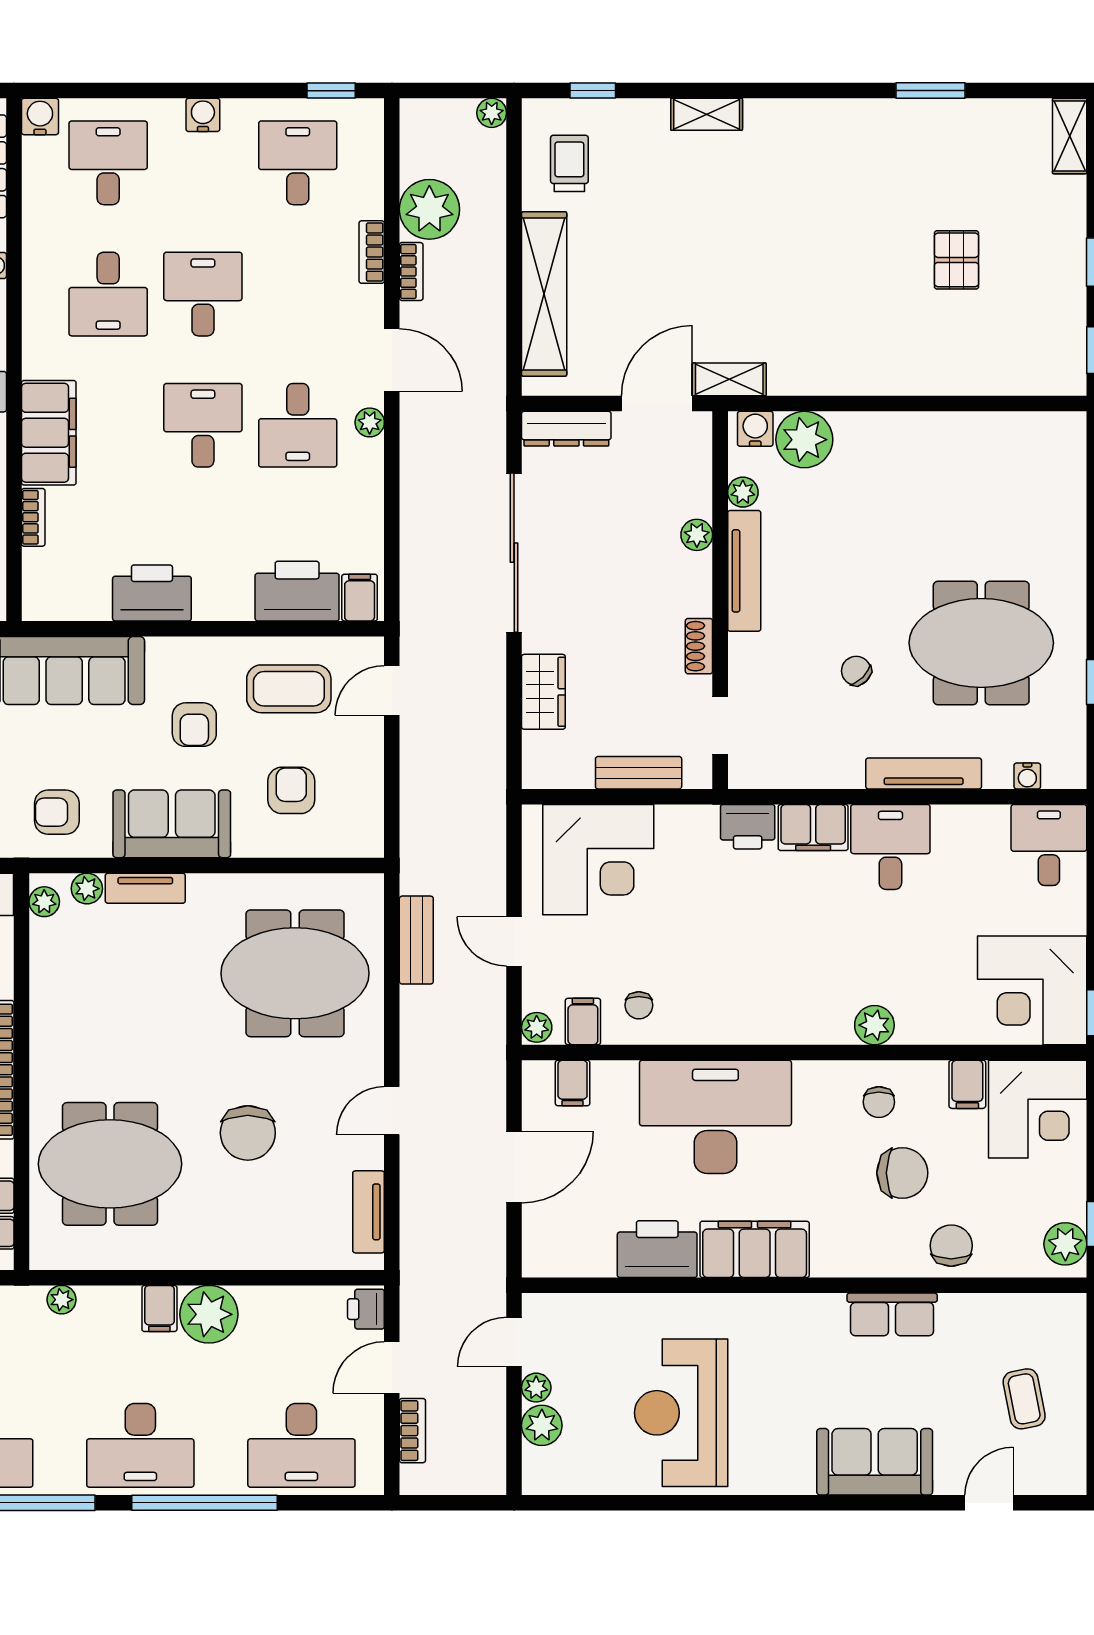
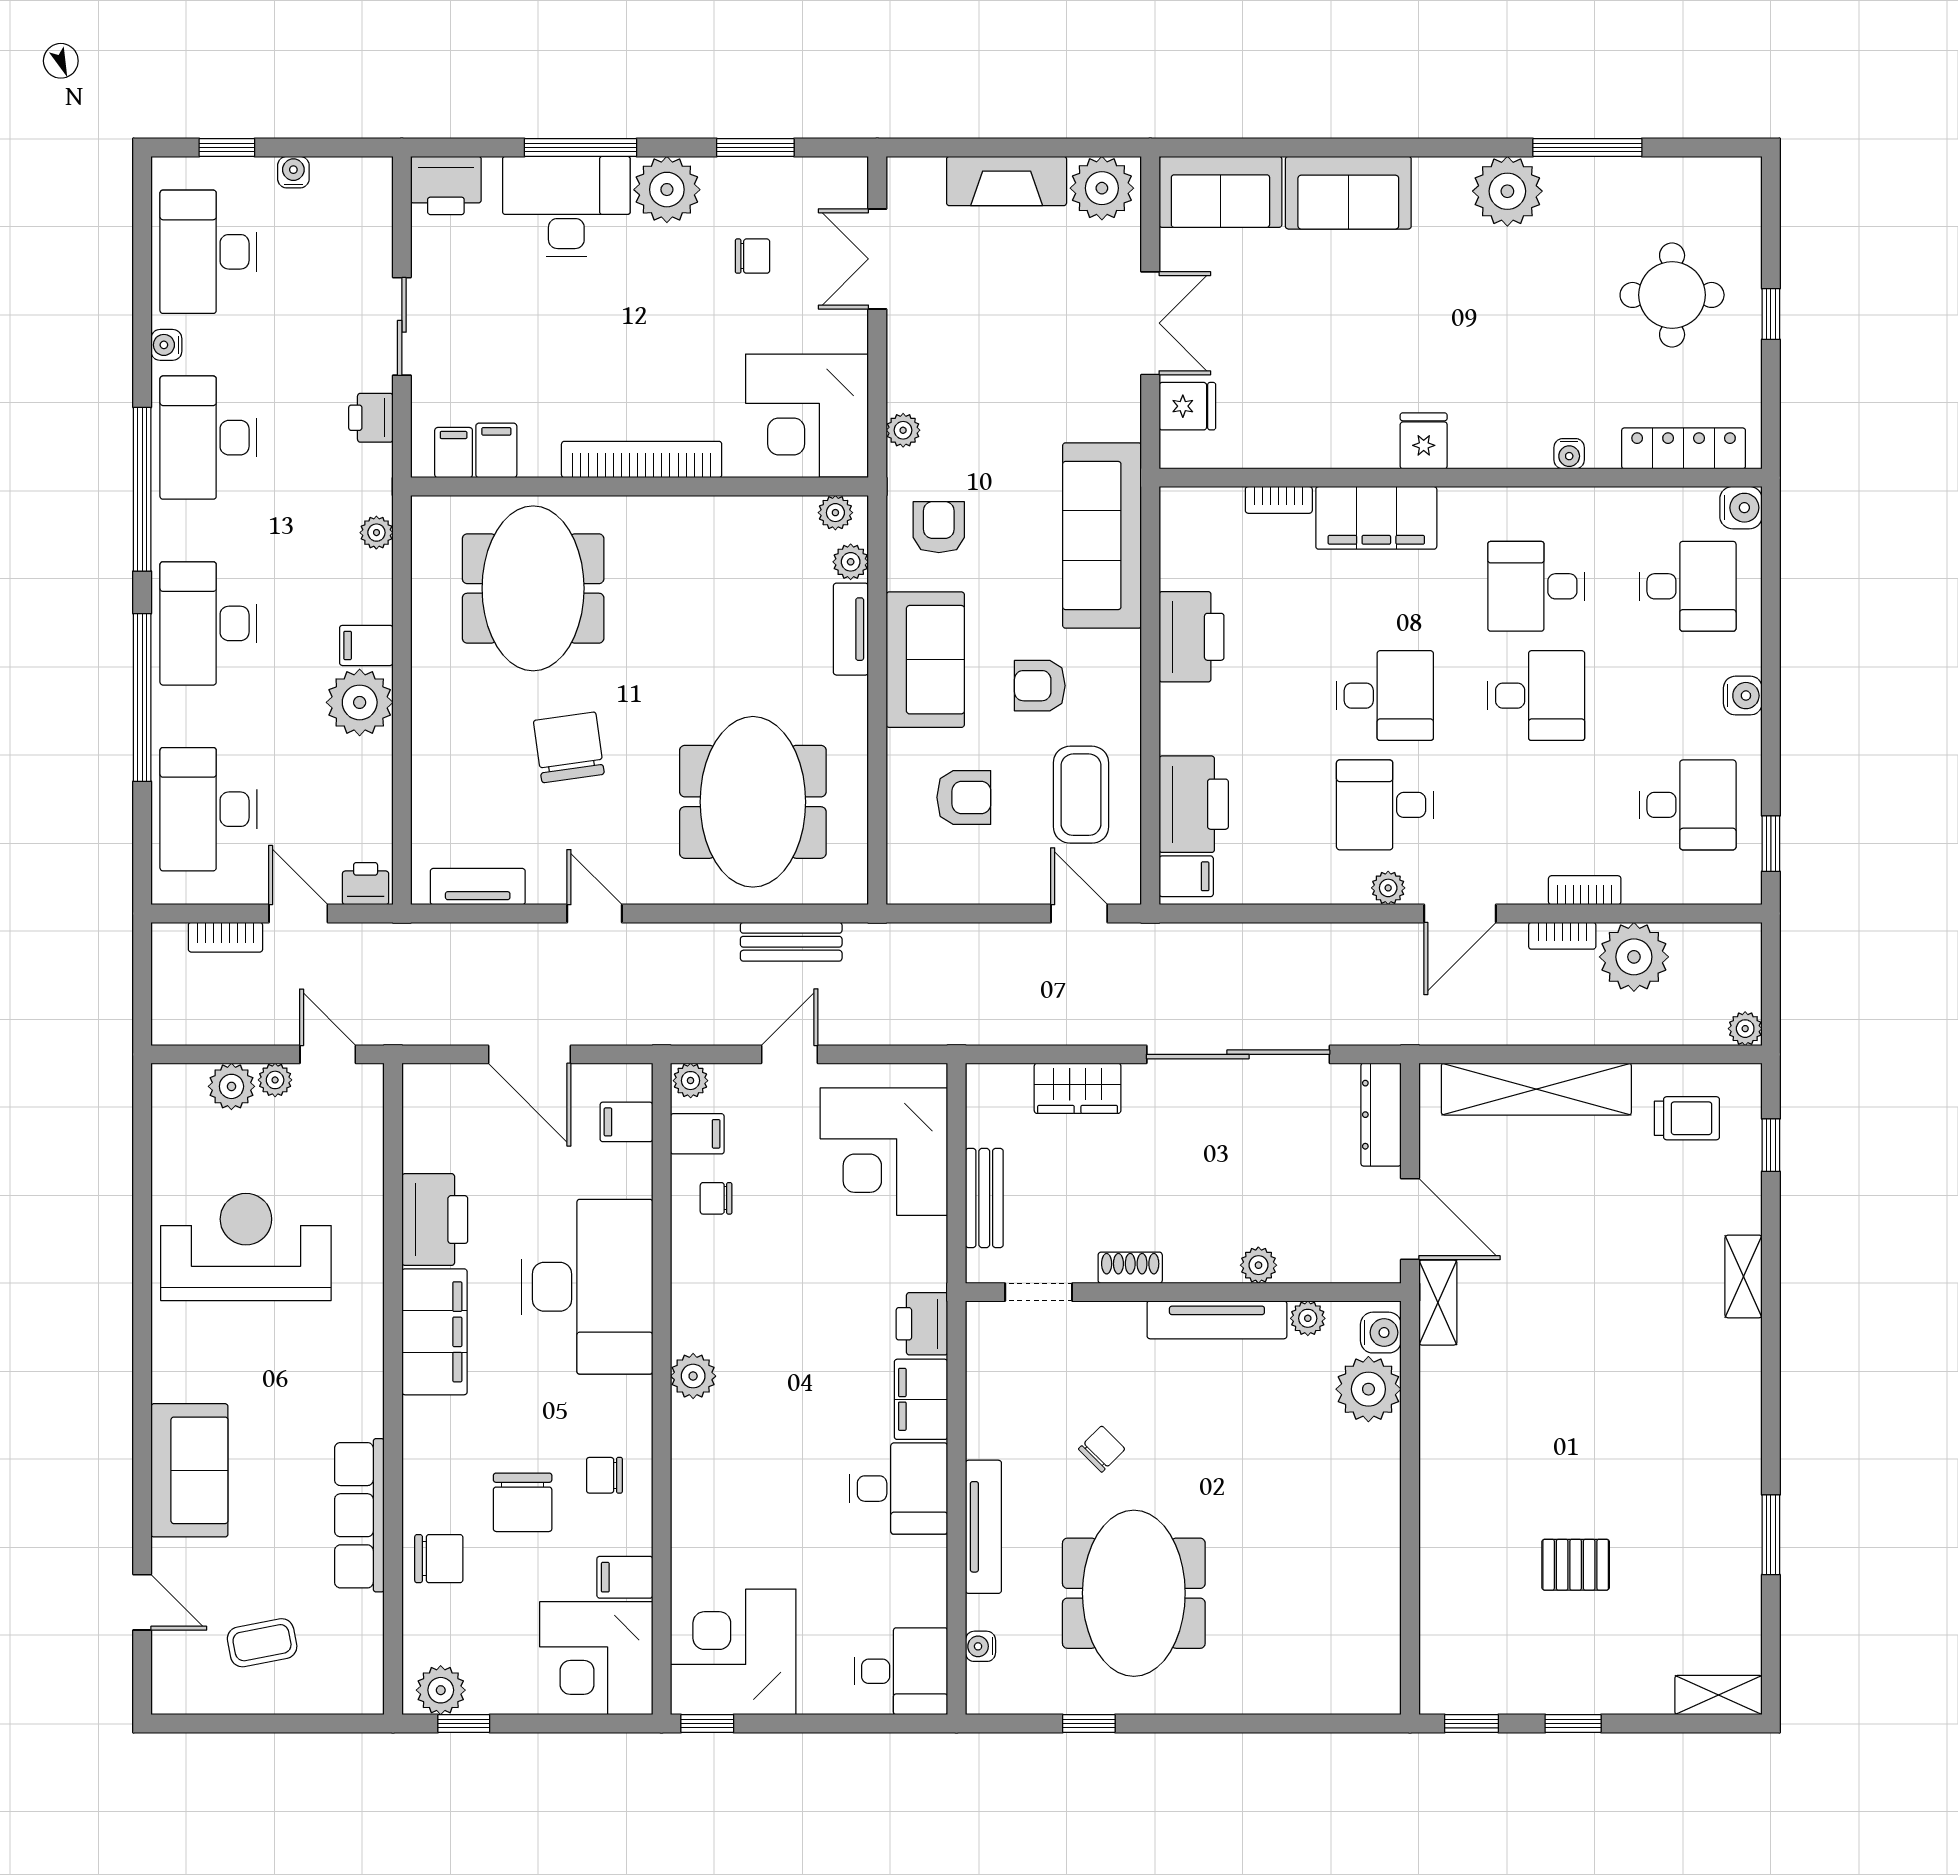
plant: (874, 1025) -> (693, 1376), moved
chair: (248, 1133) -> (569, 747), turned 82
row of seats: (892, 1314) -> (359, 1515), width x1.48

